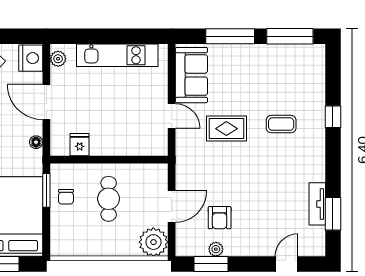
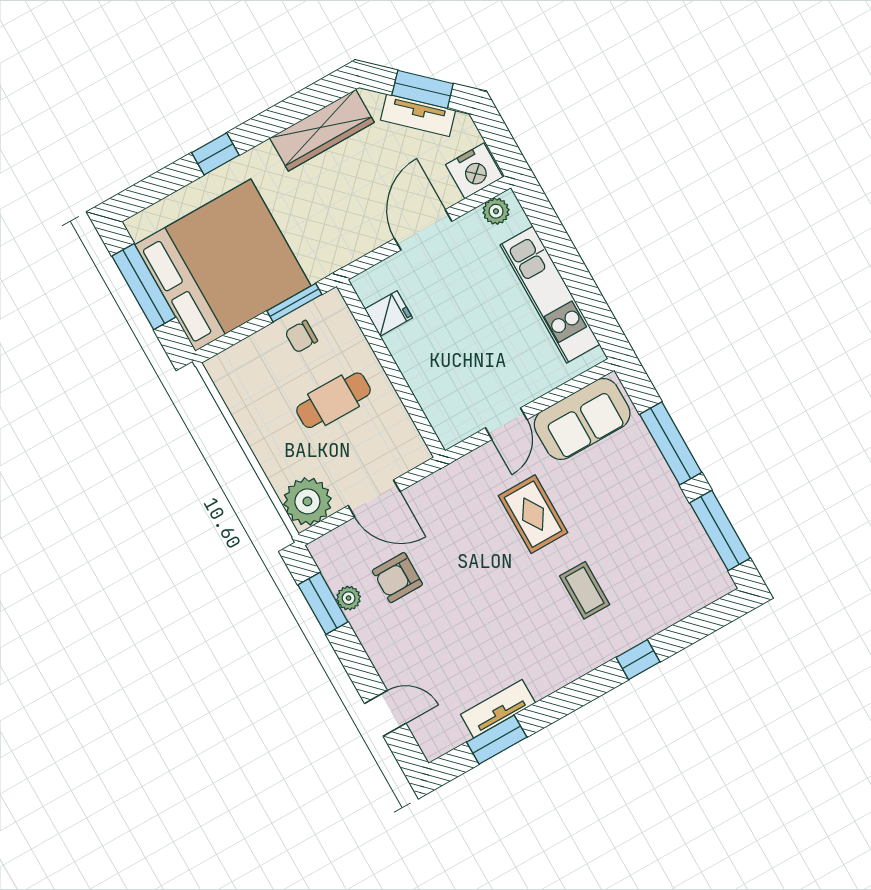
floor lamp: (36, 142) -> (356, 248), removed

